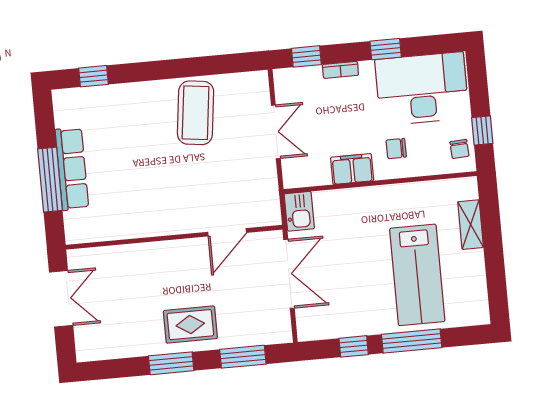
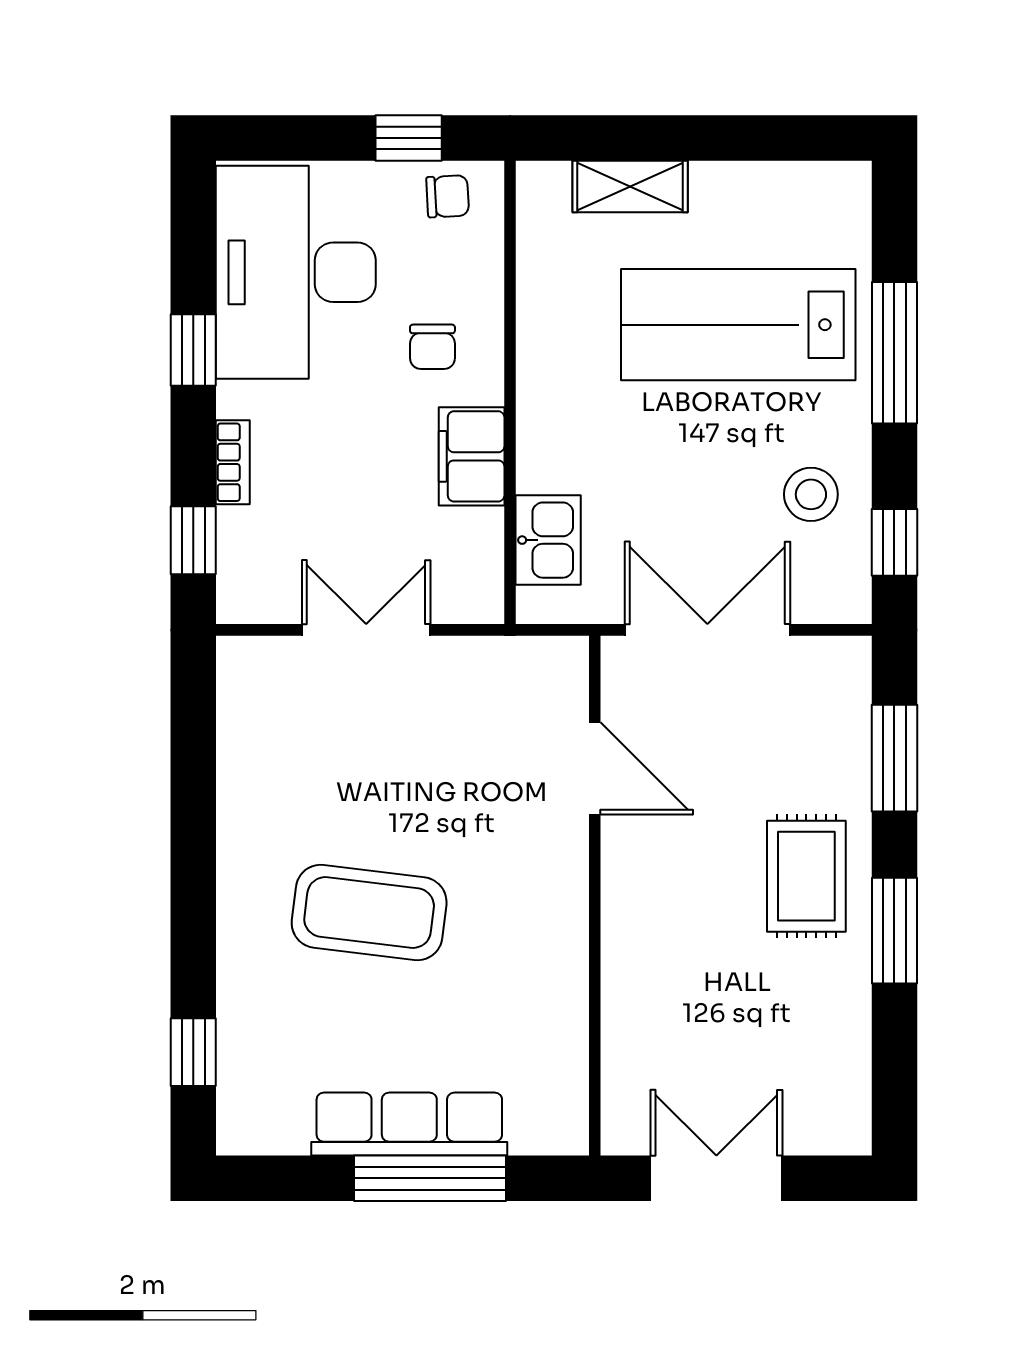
coffee table: (196, 113) -> (369, 913), moved
kitchen sink: (299, 211) -> (548, 540), moved, turned 90
lab bench: (417, 275) -> (738, 325), turned 180
stool: (349, 312) -> (811, 494), added
window: (354, 346) -> (894, 542), moved

